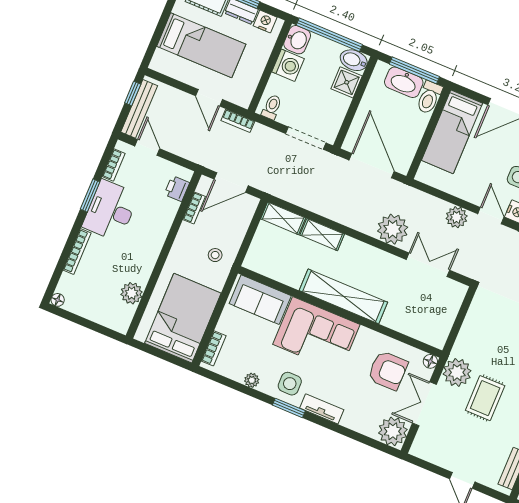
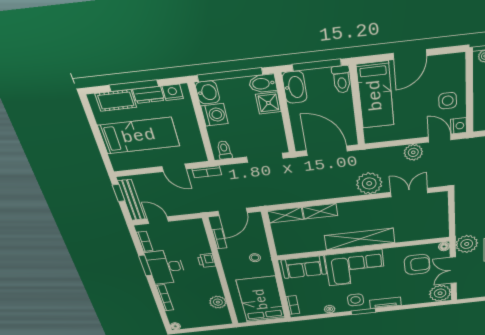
washbasin: (404, 82) -> (295, 87), moved, turned -90
printer: (177, 189) -> (207, 261), moved

